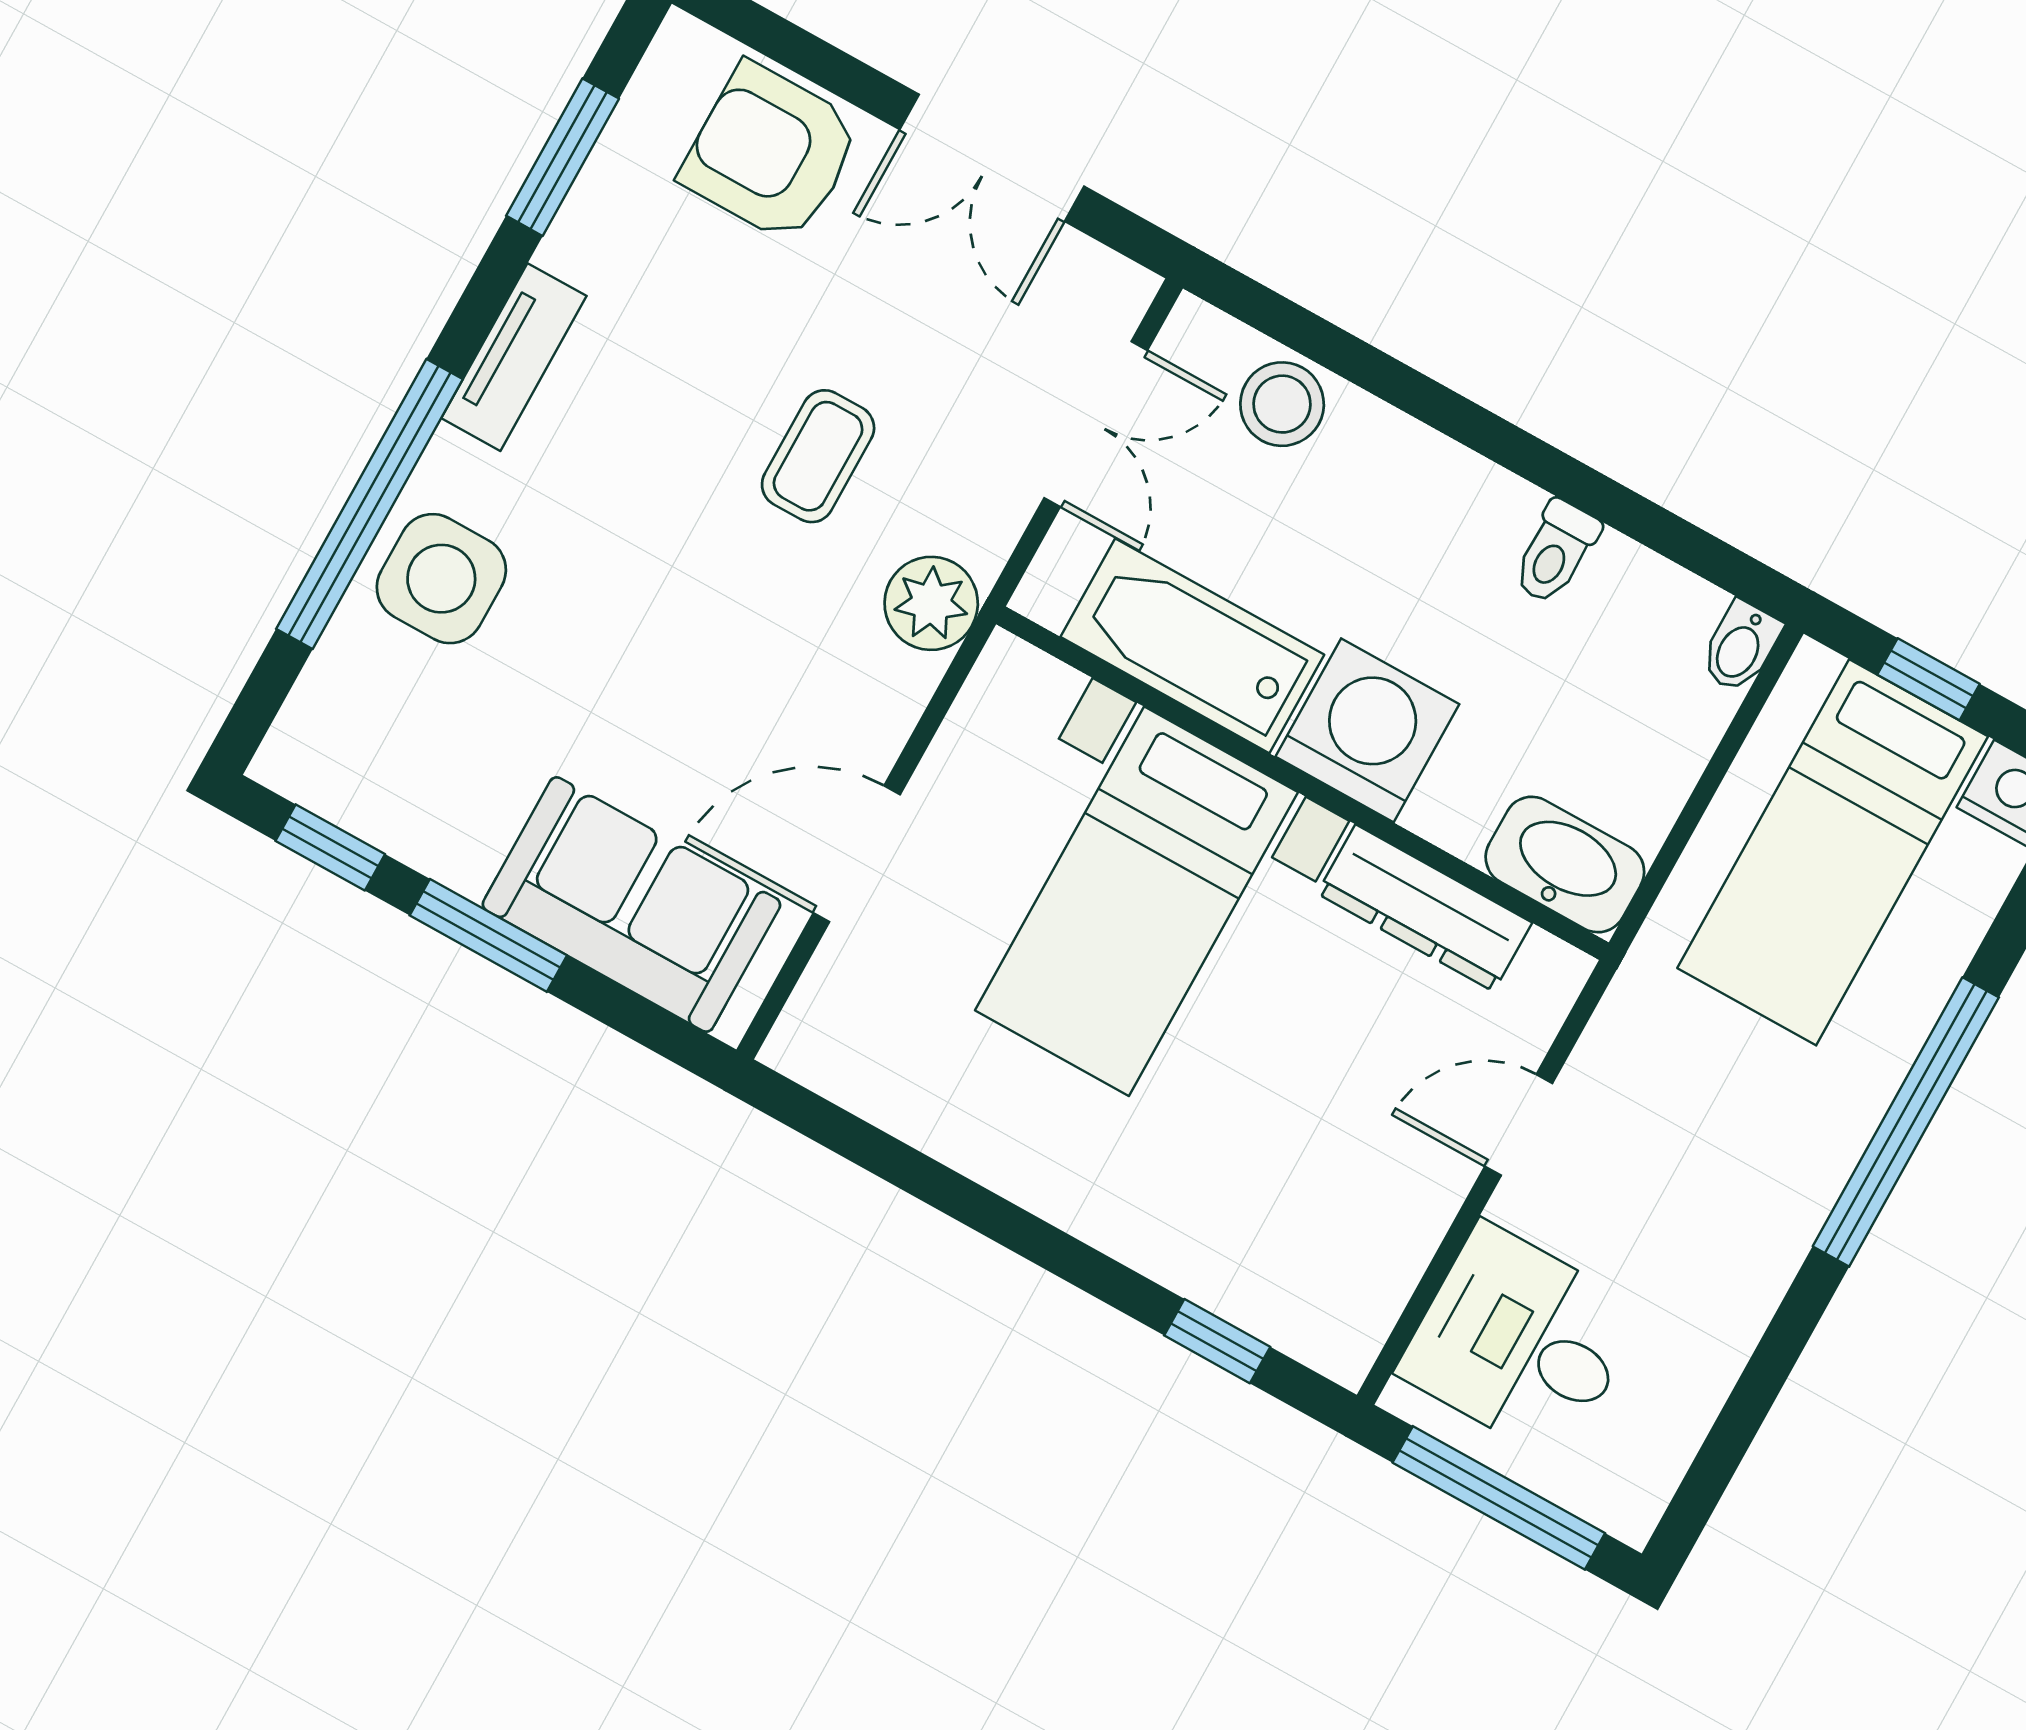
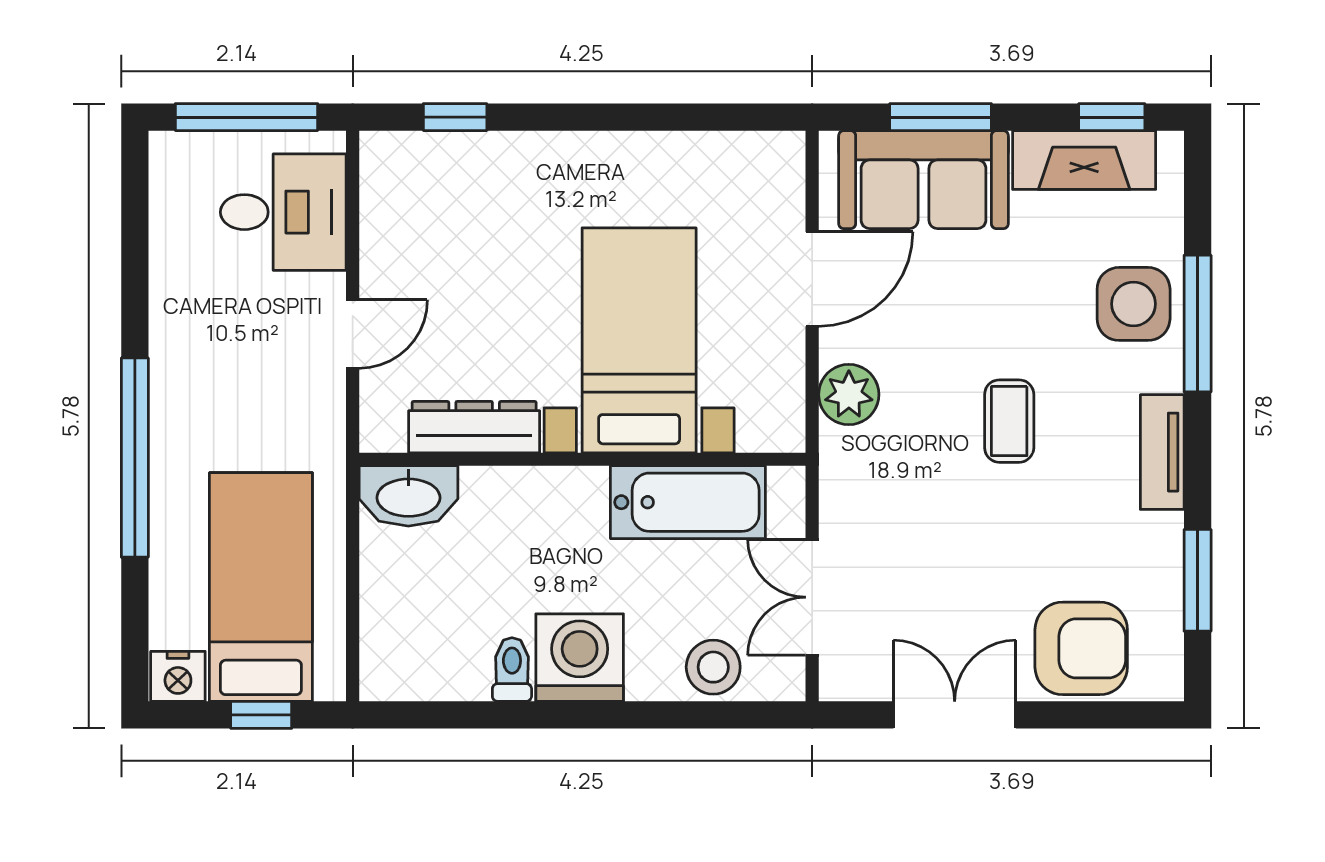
coffee table: (818, 456) -> (1009, 421), moved
window: (370, 504) -> (1198, 324), width x0.68
plant: (931, 603) -> (849, 395), moved
bidet: (1741, 647) -> (378, 674), removed
washing machine: (1367, 730) -> (580, 658), moved, turned 180
fireplace: (400, 810) -> (1084, 160), added
window: (488, 935) -> (941, 117), moved

